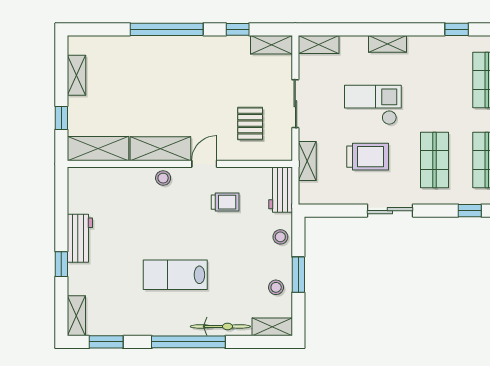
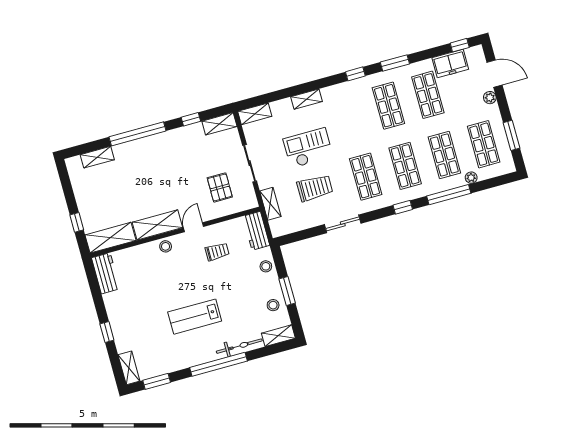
shelving: (76, 75) -> (97, 157), moved, turned 90
workbench: (80, 238) -> (106, 273), moved

